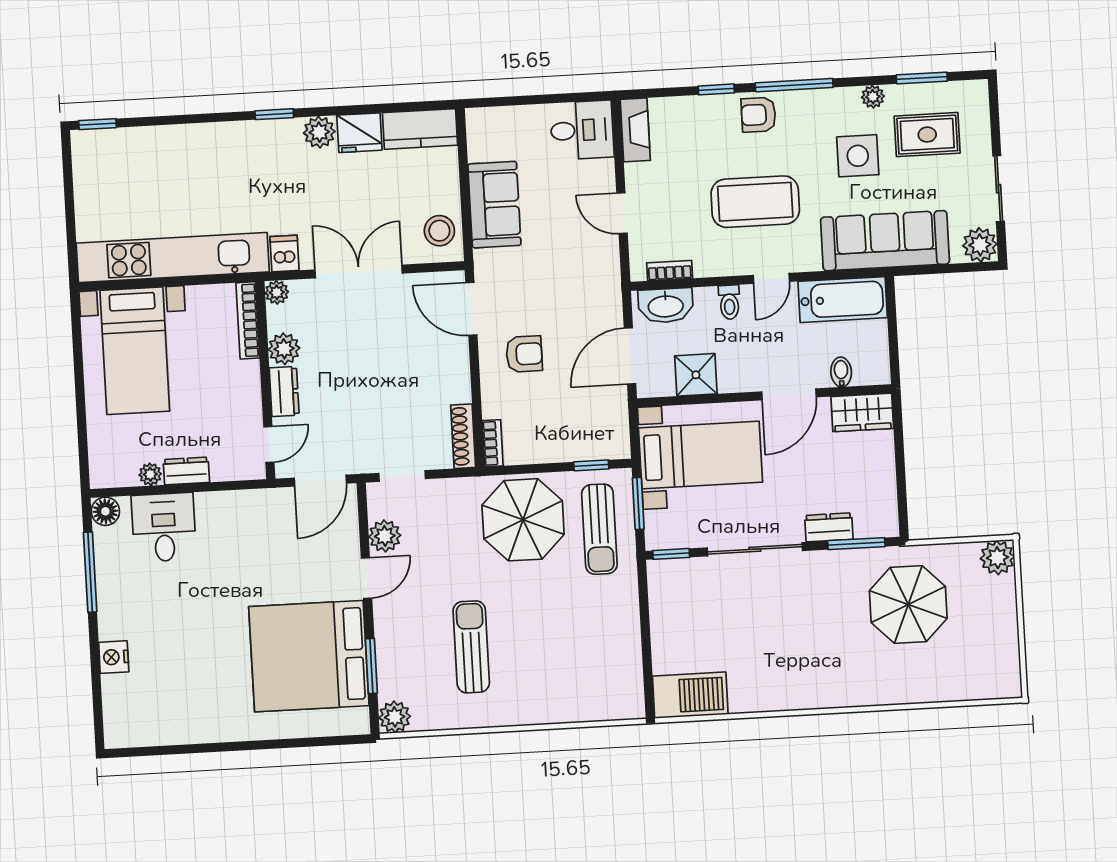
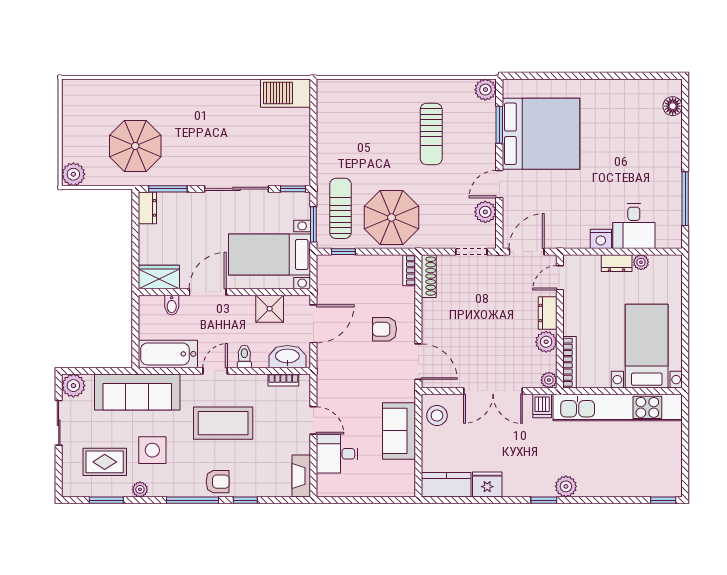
desk: (582, 130) -> (337, 454), moved
plant: (319, 132) -> (566, 486), moved
floor lamp: (105, 511) -> (673, 106), moved
dresser: (829, 527) -> (147, 208), moved, turned -90
nightstand: (114, 657) -> (601, 239), moved, turned 90

